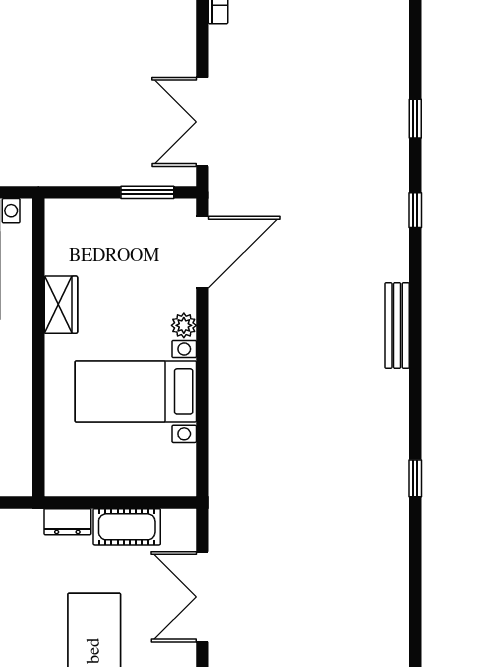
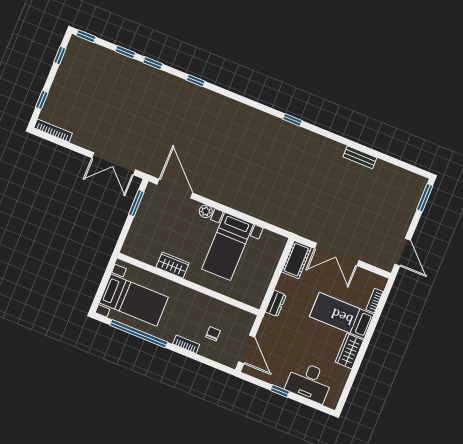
window: (415, 60) -> (125, 52), added
bench: (397, 325) -> (360, 157), moved, width x0.73
window: (415, 478) -> (292, 120), moved
cot: (127, 527) -> (296, 260), moved

